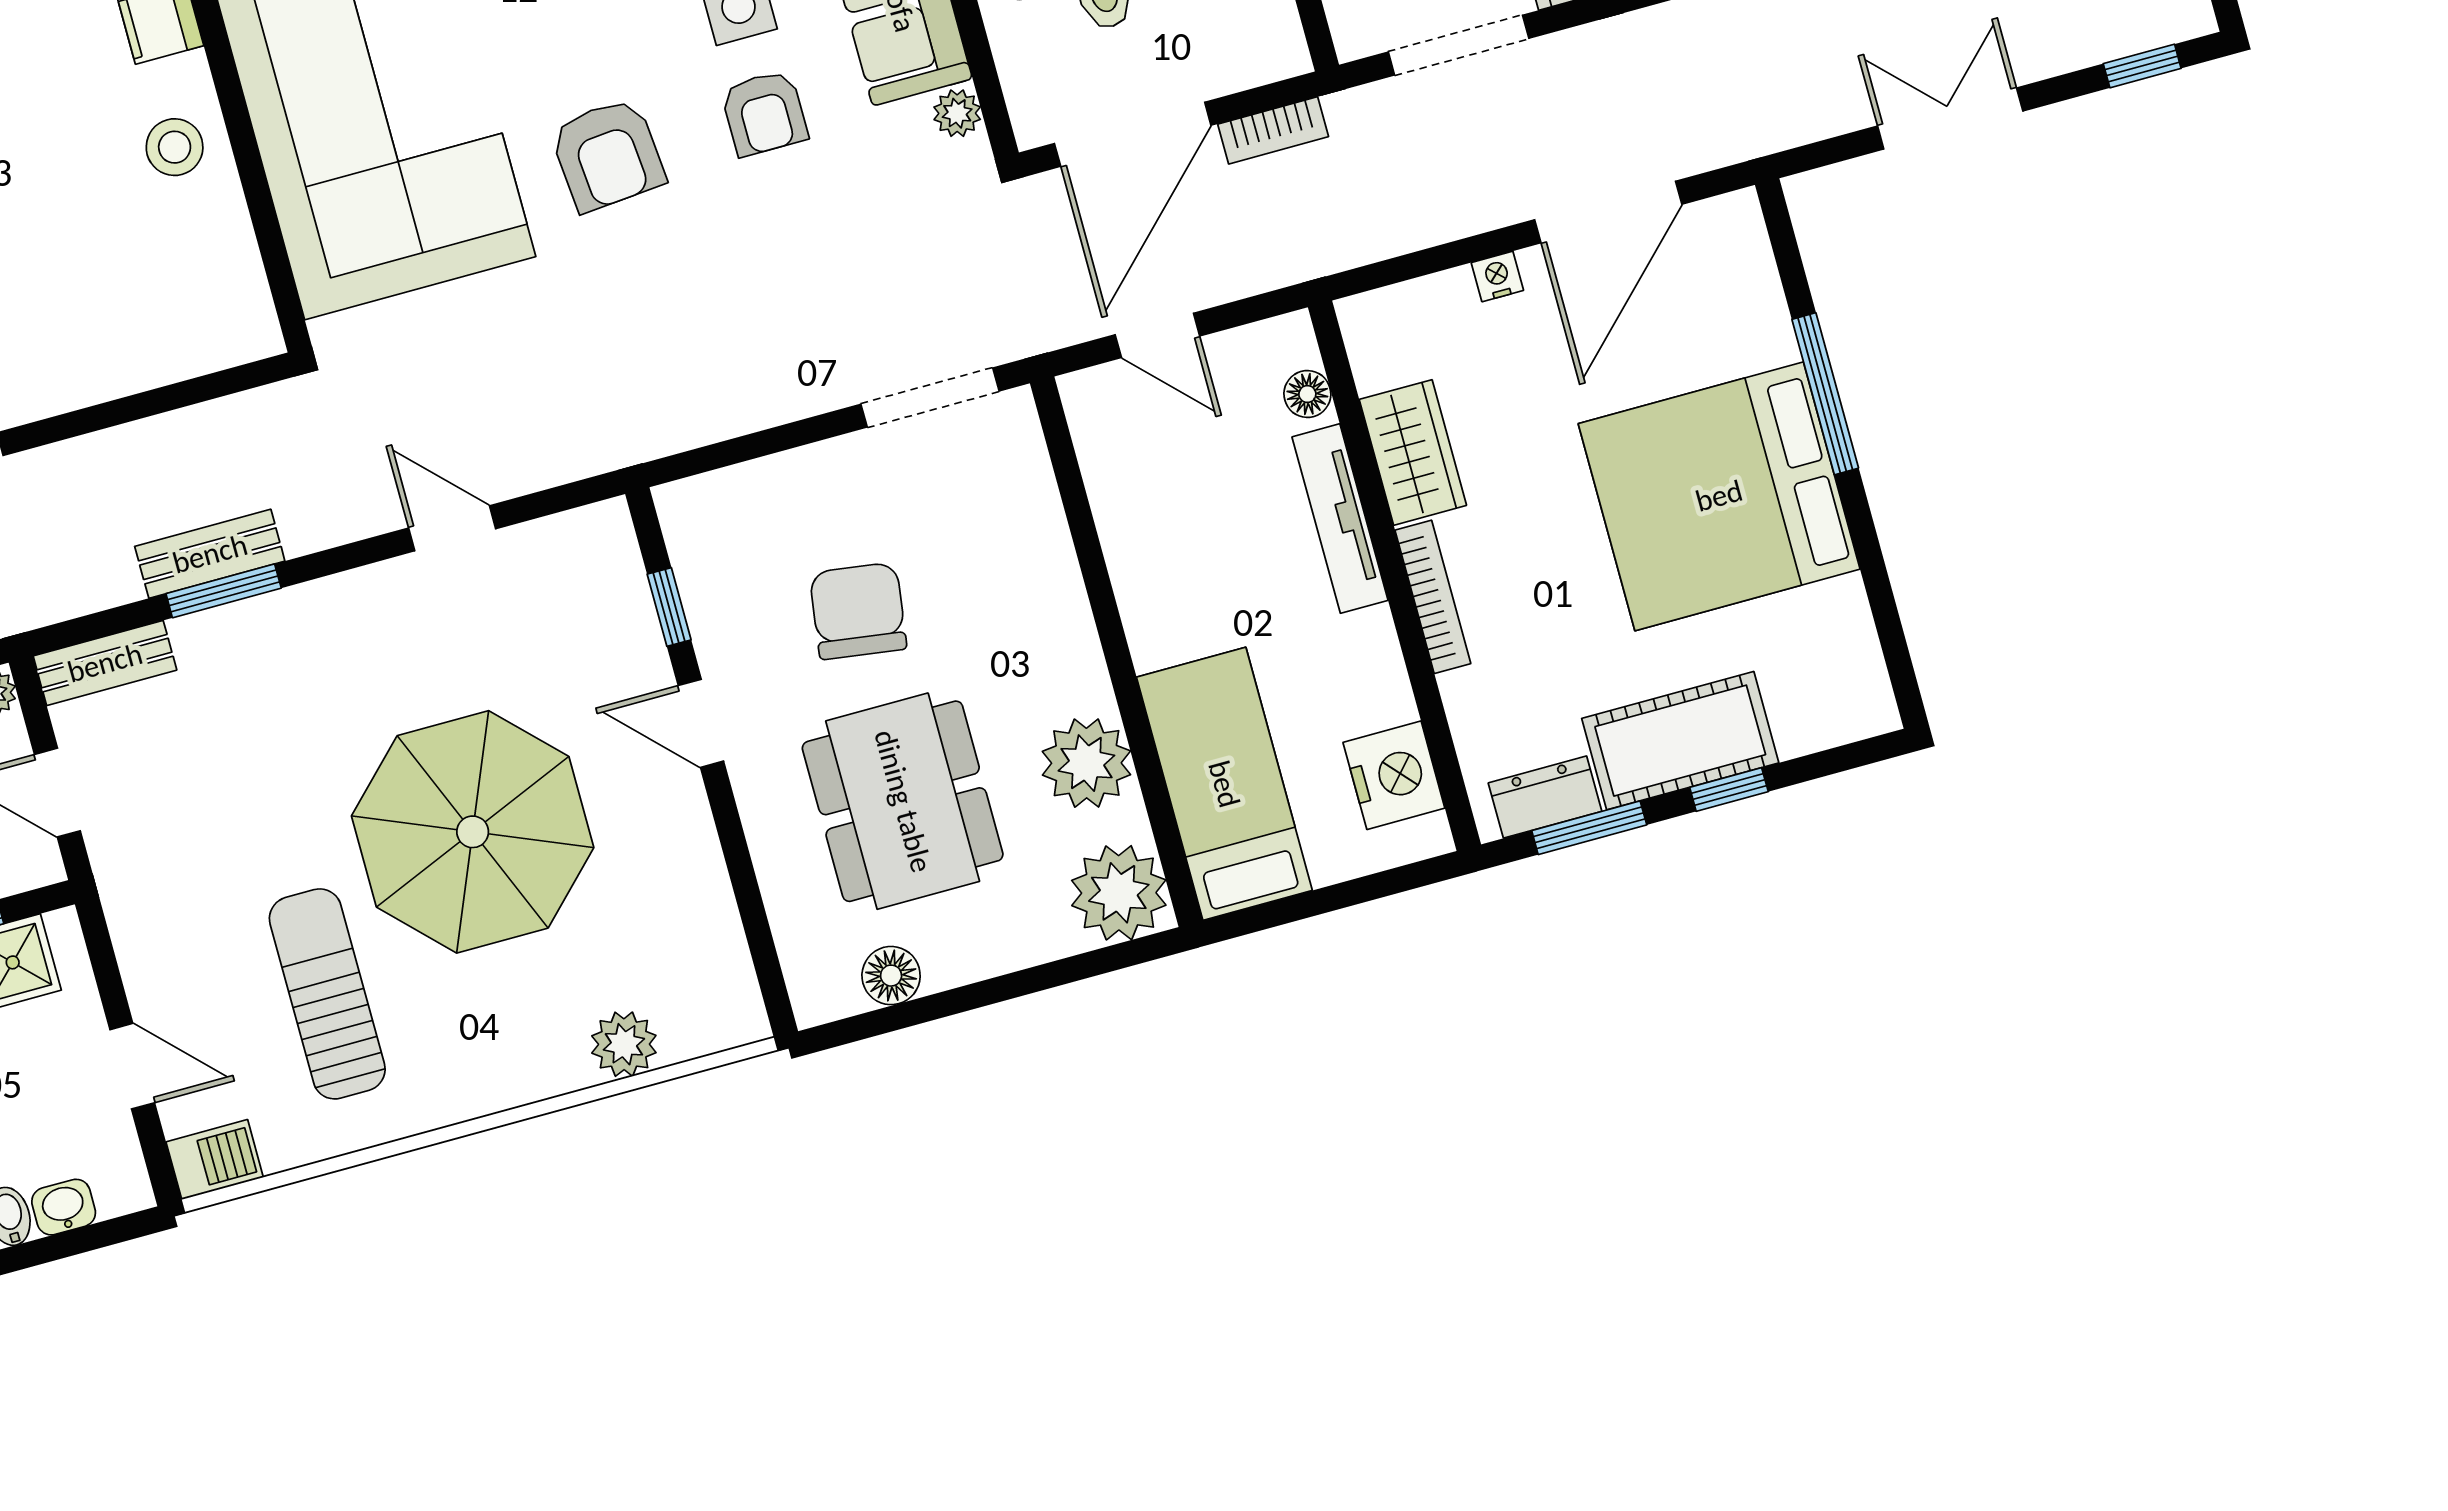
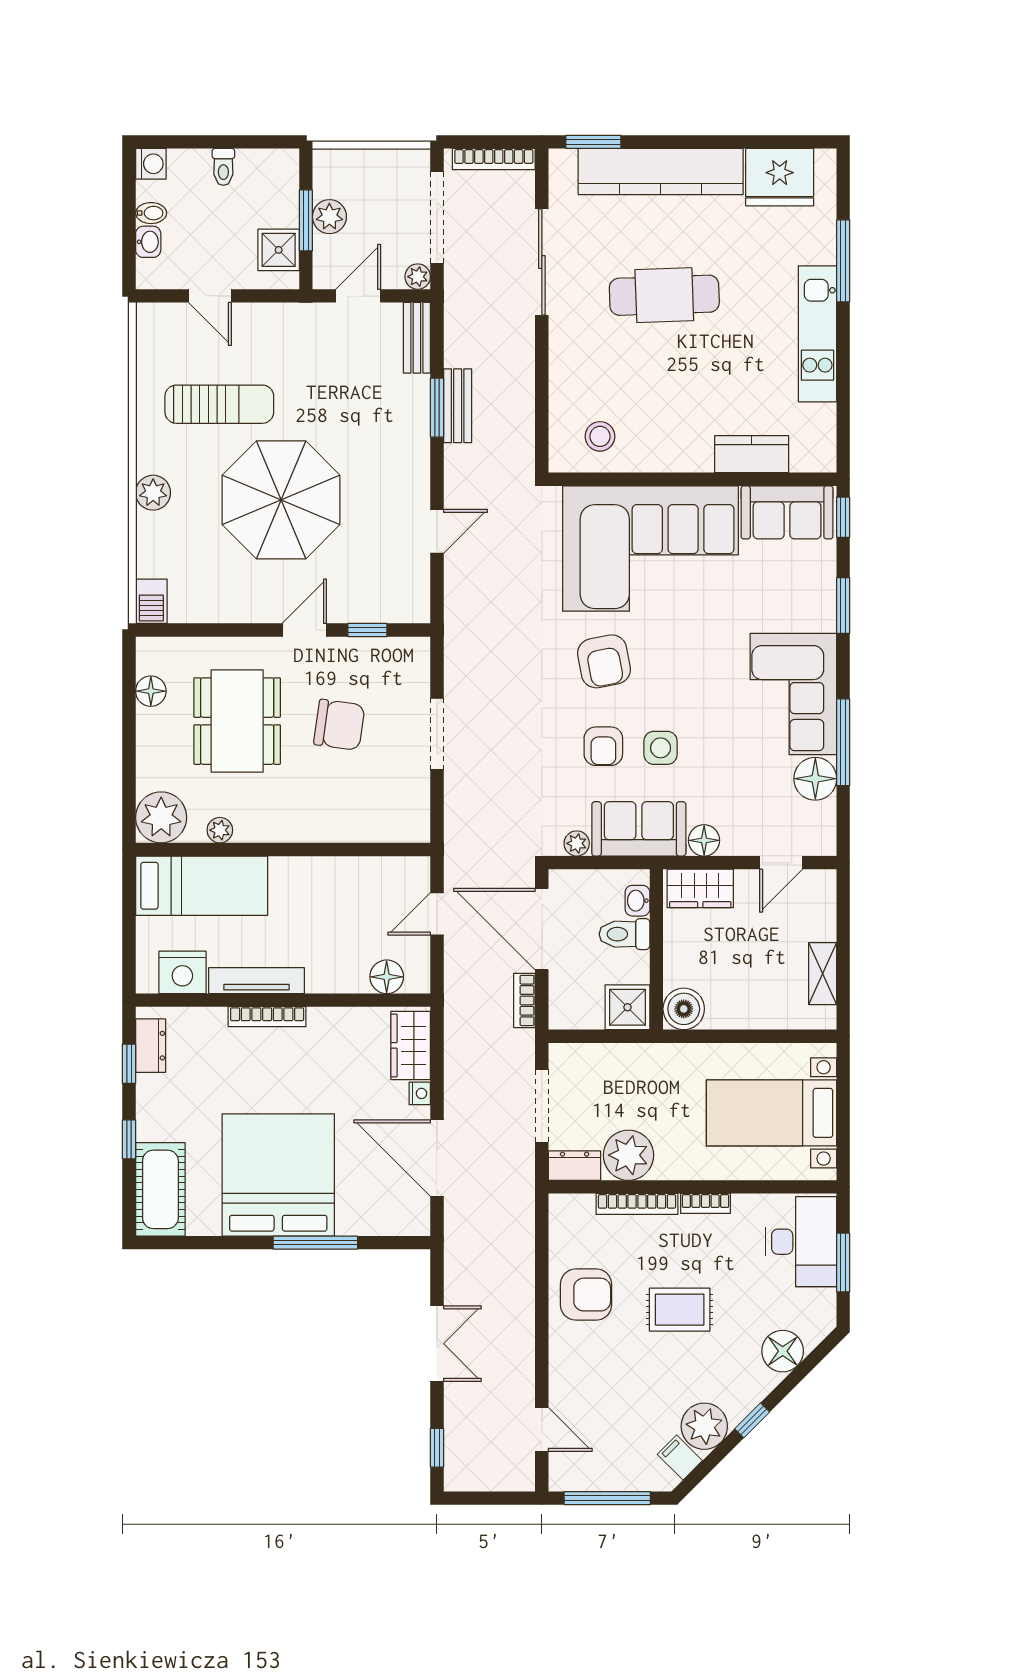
armchair: (764, 113) -> (603, 746), turned -90
stool: (175, 147) -> (600, 436), moved
armchair: (607, 155) -> (604, 661), turned -96
floor lamp: (1307, 394) -> (387, 977), width x1.37, depth x1.37
doorway: (930, 398) -> (437, 734), moved
wardrobe: (1413, 452) -> (411, 1045), moved, turned 90
tv unit: (1340, 519) -> (257, 981), moved
cot: (1680, 741) -> (160, 1189), moved
plant: (1086, 763) -> (220, 830), width x0.53, depth x0.53
dining table: (903, 801) -> (237, 721), turned 90
window: (1589, 828) -> (129, 1064), width x0.67
plant: (624, 1044) -> (153, 493), moved
door: (132, 1066) -> (210, 296), hinge flipped
barbecue: (215, 1160) -> (151, 601), moved

